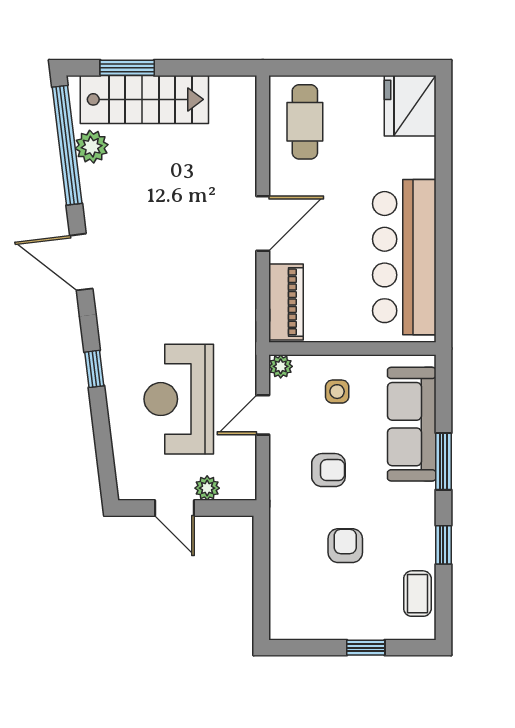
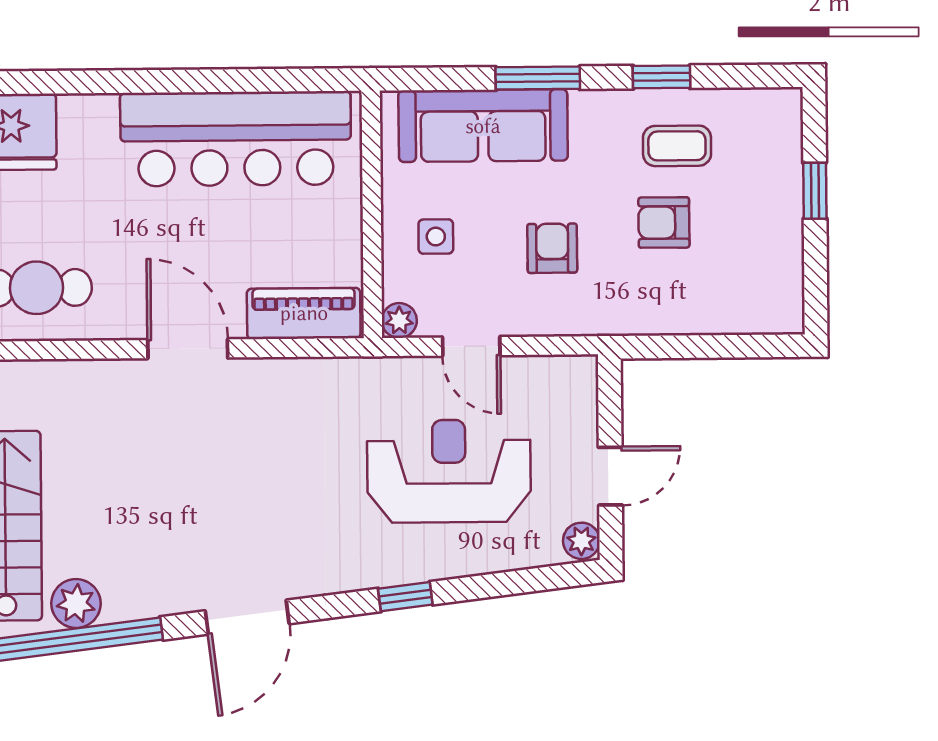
reception desk: (179, 399) -> (449, 471), turned 180
plant: (207, 488) -> (581, 541), moved
coffee table: (417, 594) -> (677, 146), moved

